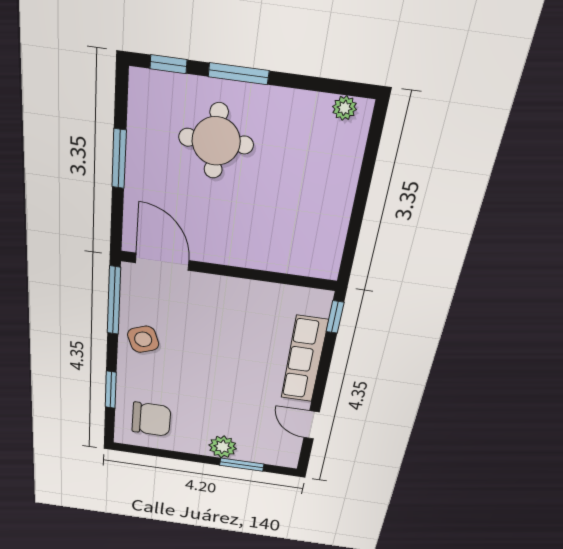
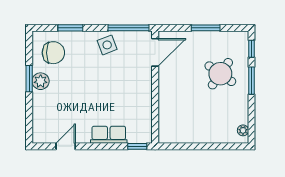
round table: (216, 141) -> (220, 74), turned 35
row of seats: (304, 359) -> (109, 135), width x0.68
chair: (151, 419) -> (53, 53), turned -90
plant: (223, 447) -> (41, 81), moved
window: (242, 465) -> (29, 79), moved

